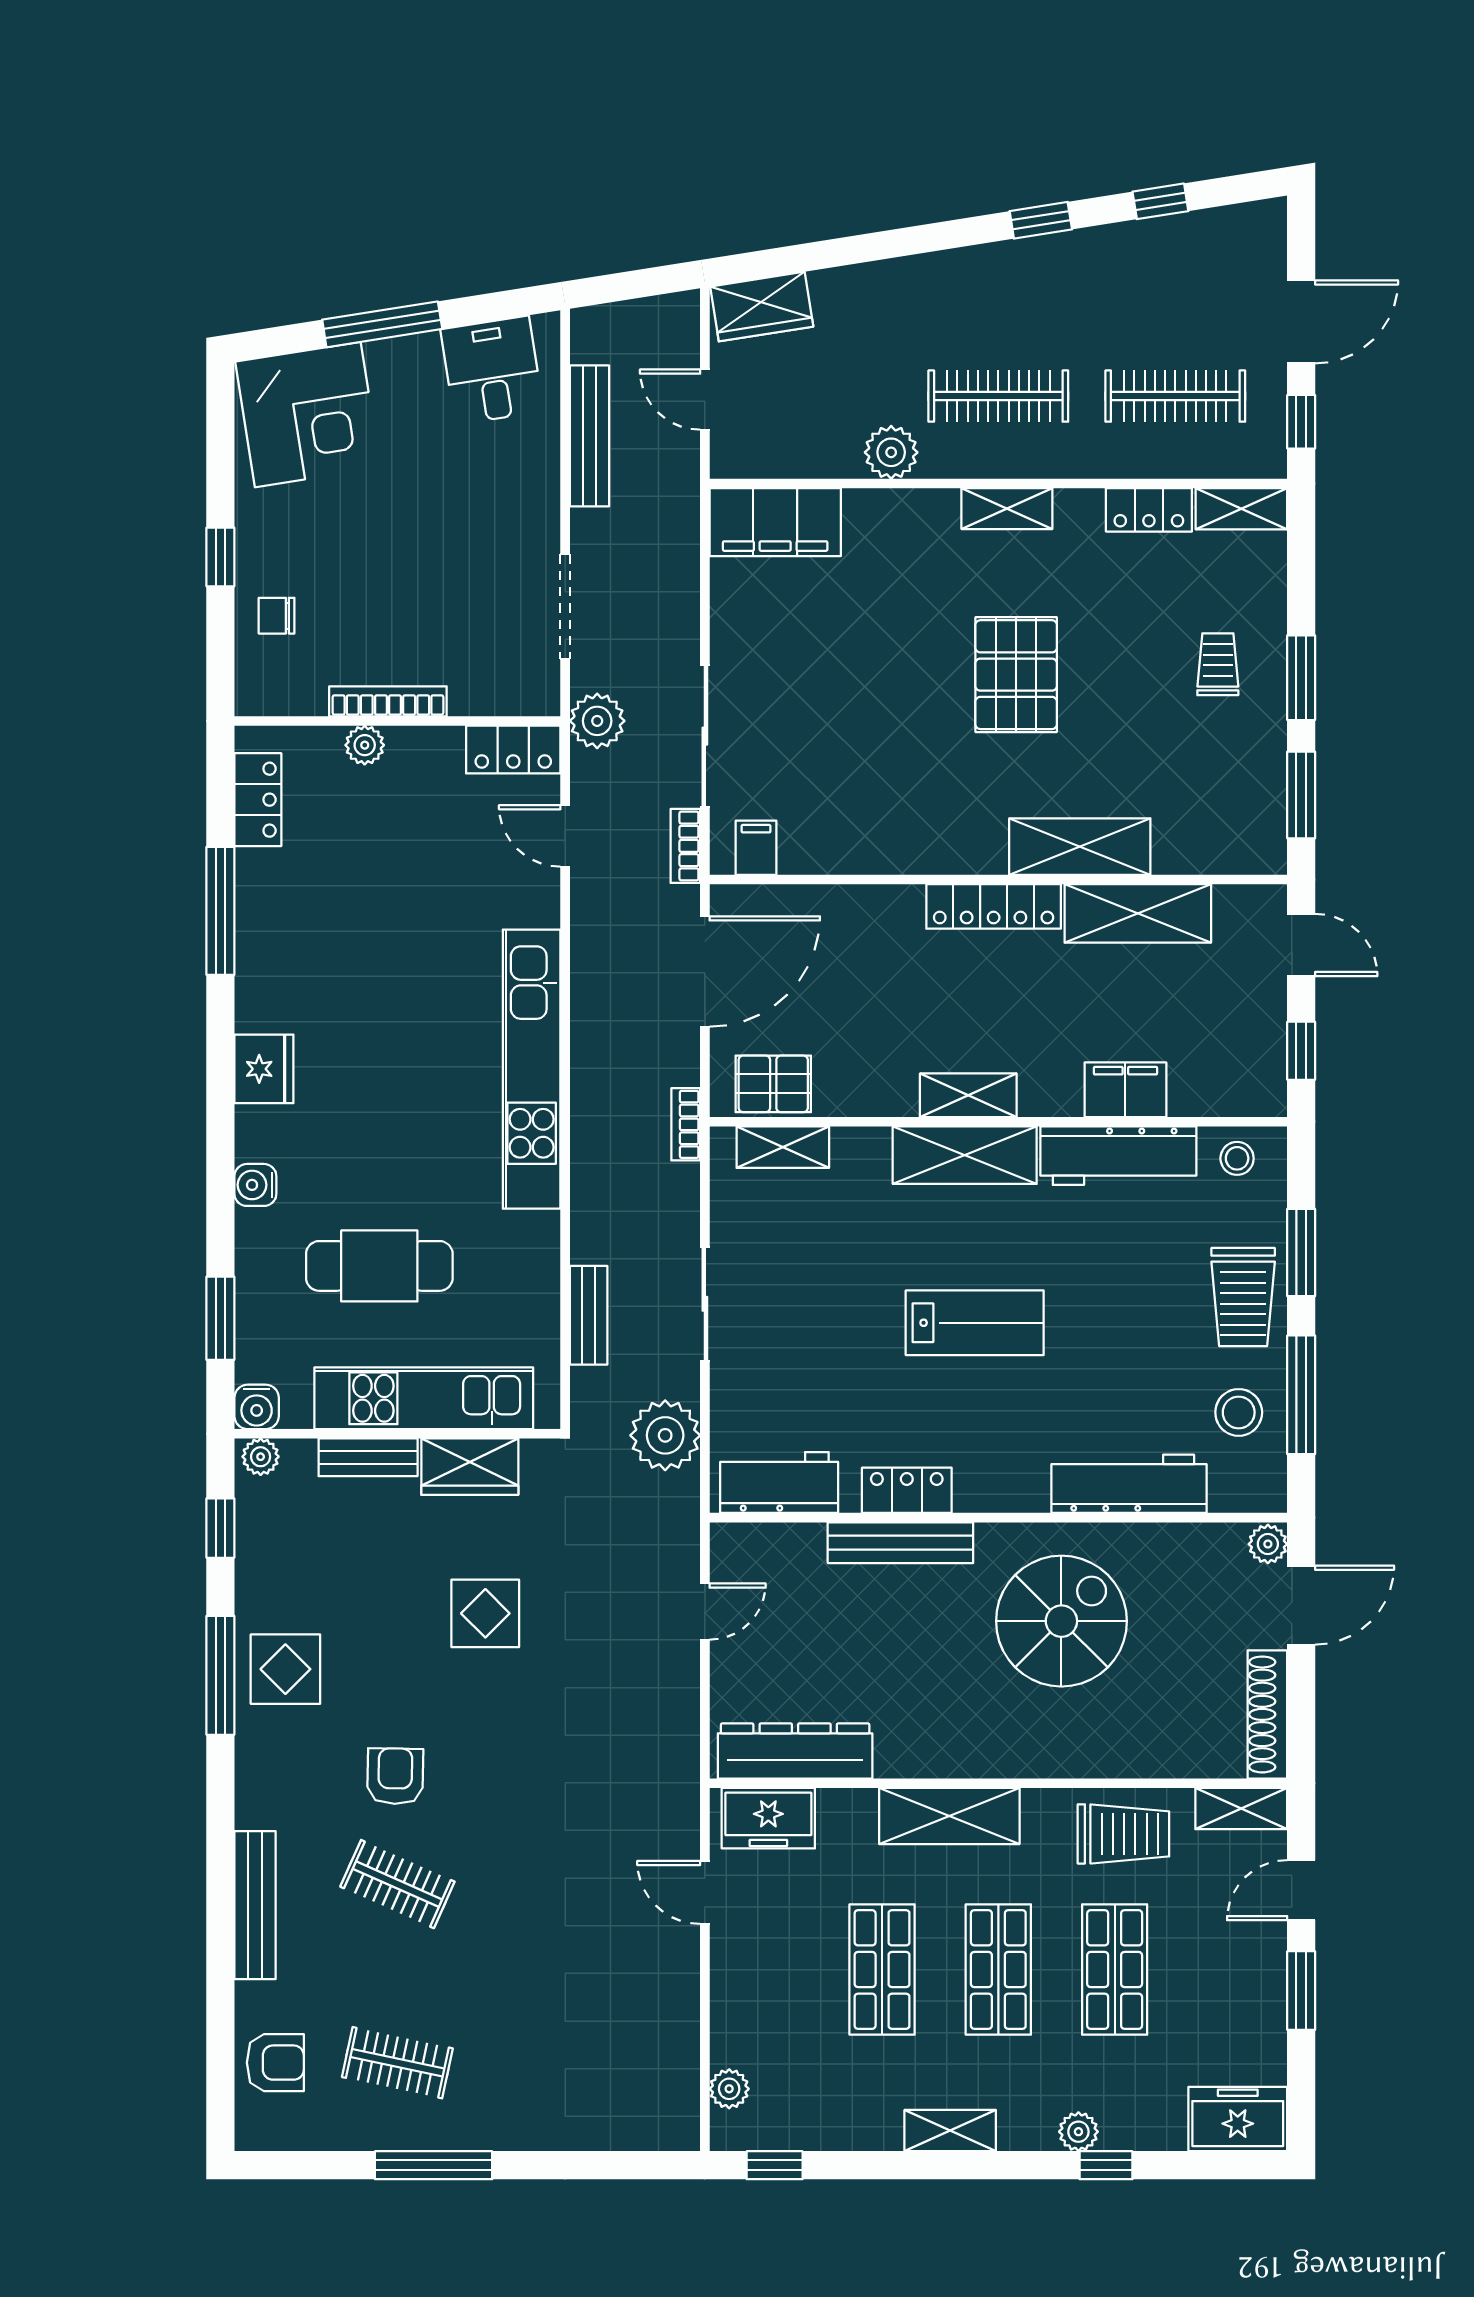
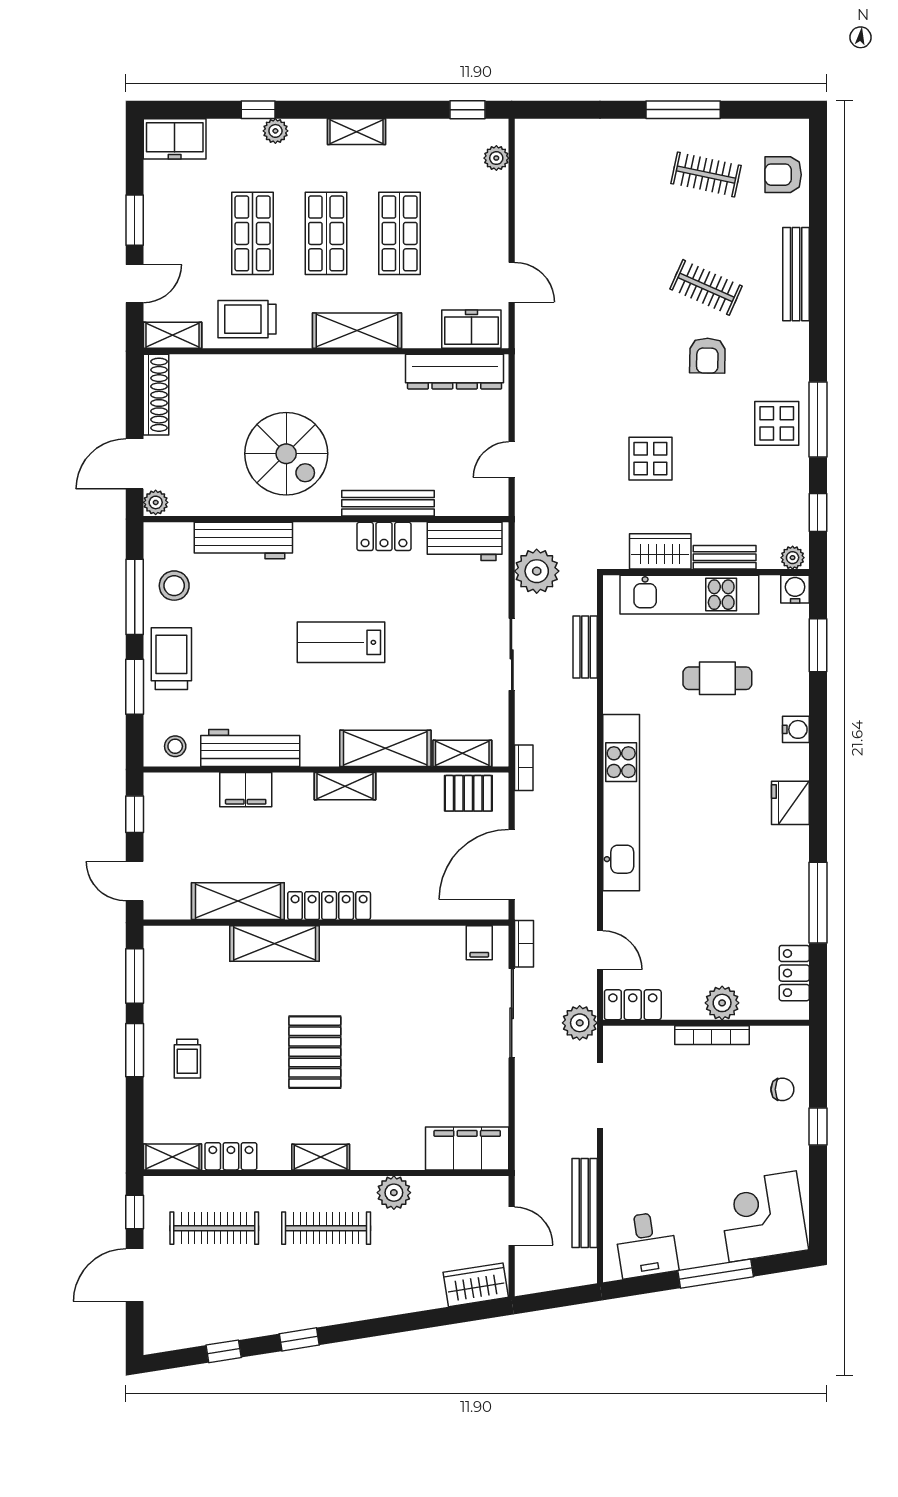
plant: (365, 745) -> (722, 1003), width x1.38, depth x1.38
shelving: (965, 1155) -> (385, 748), moved
cafe table: (379, 1266) -> (717, 678), width x0.73, depth x0.74
spiral stairs: (1061, 1621) -> (286, 454), turned -90

